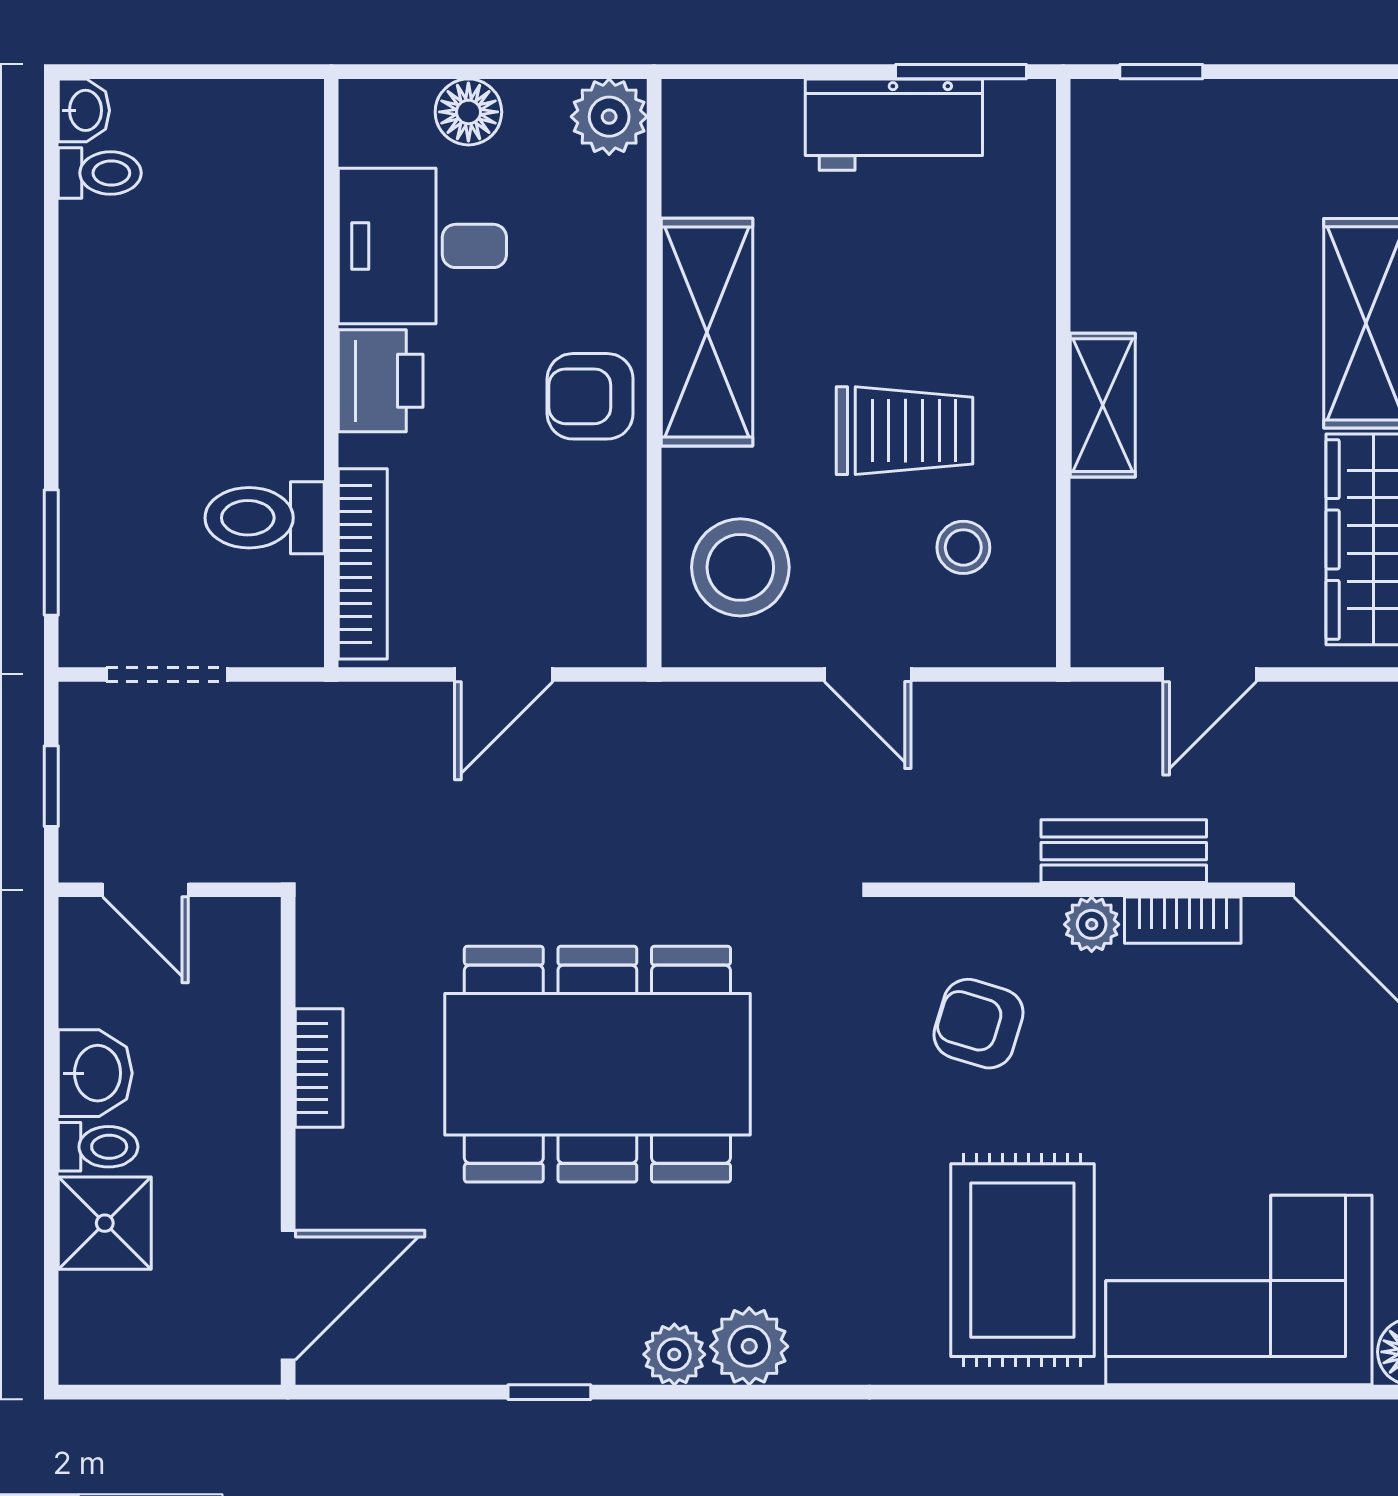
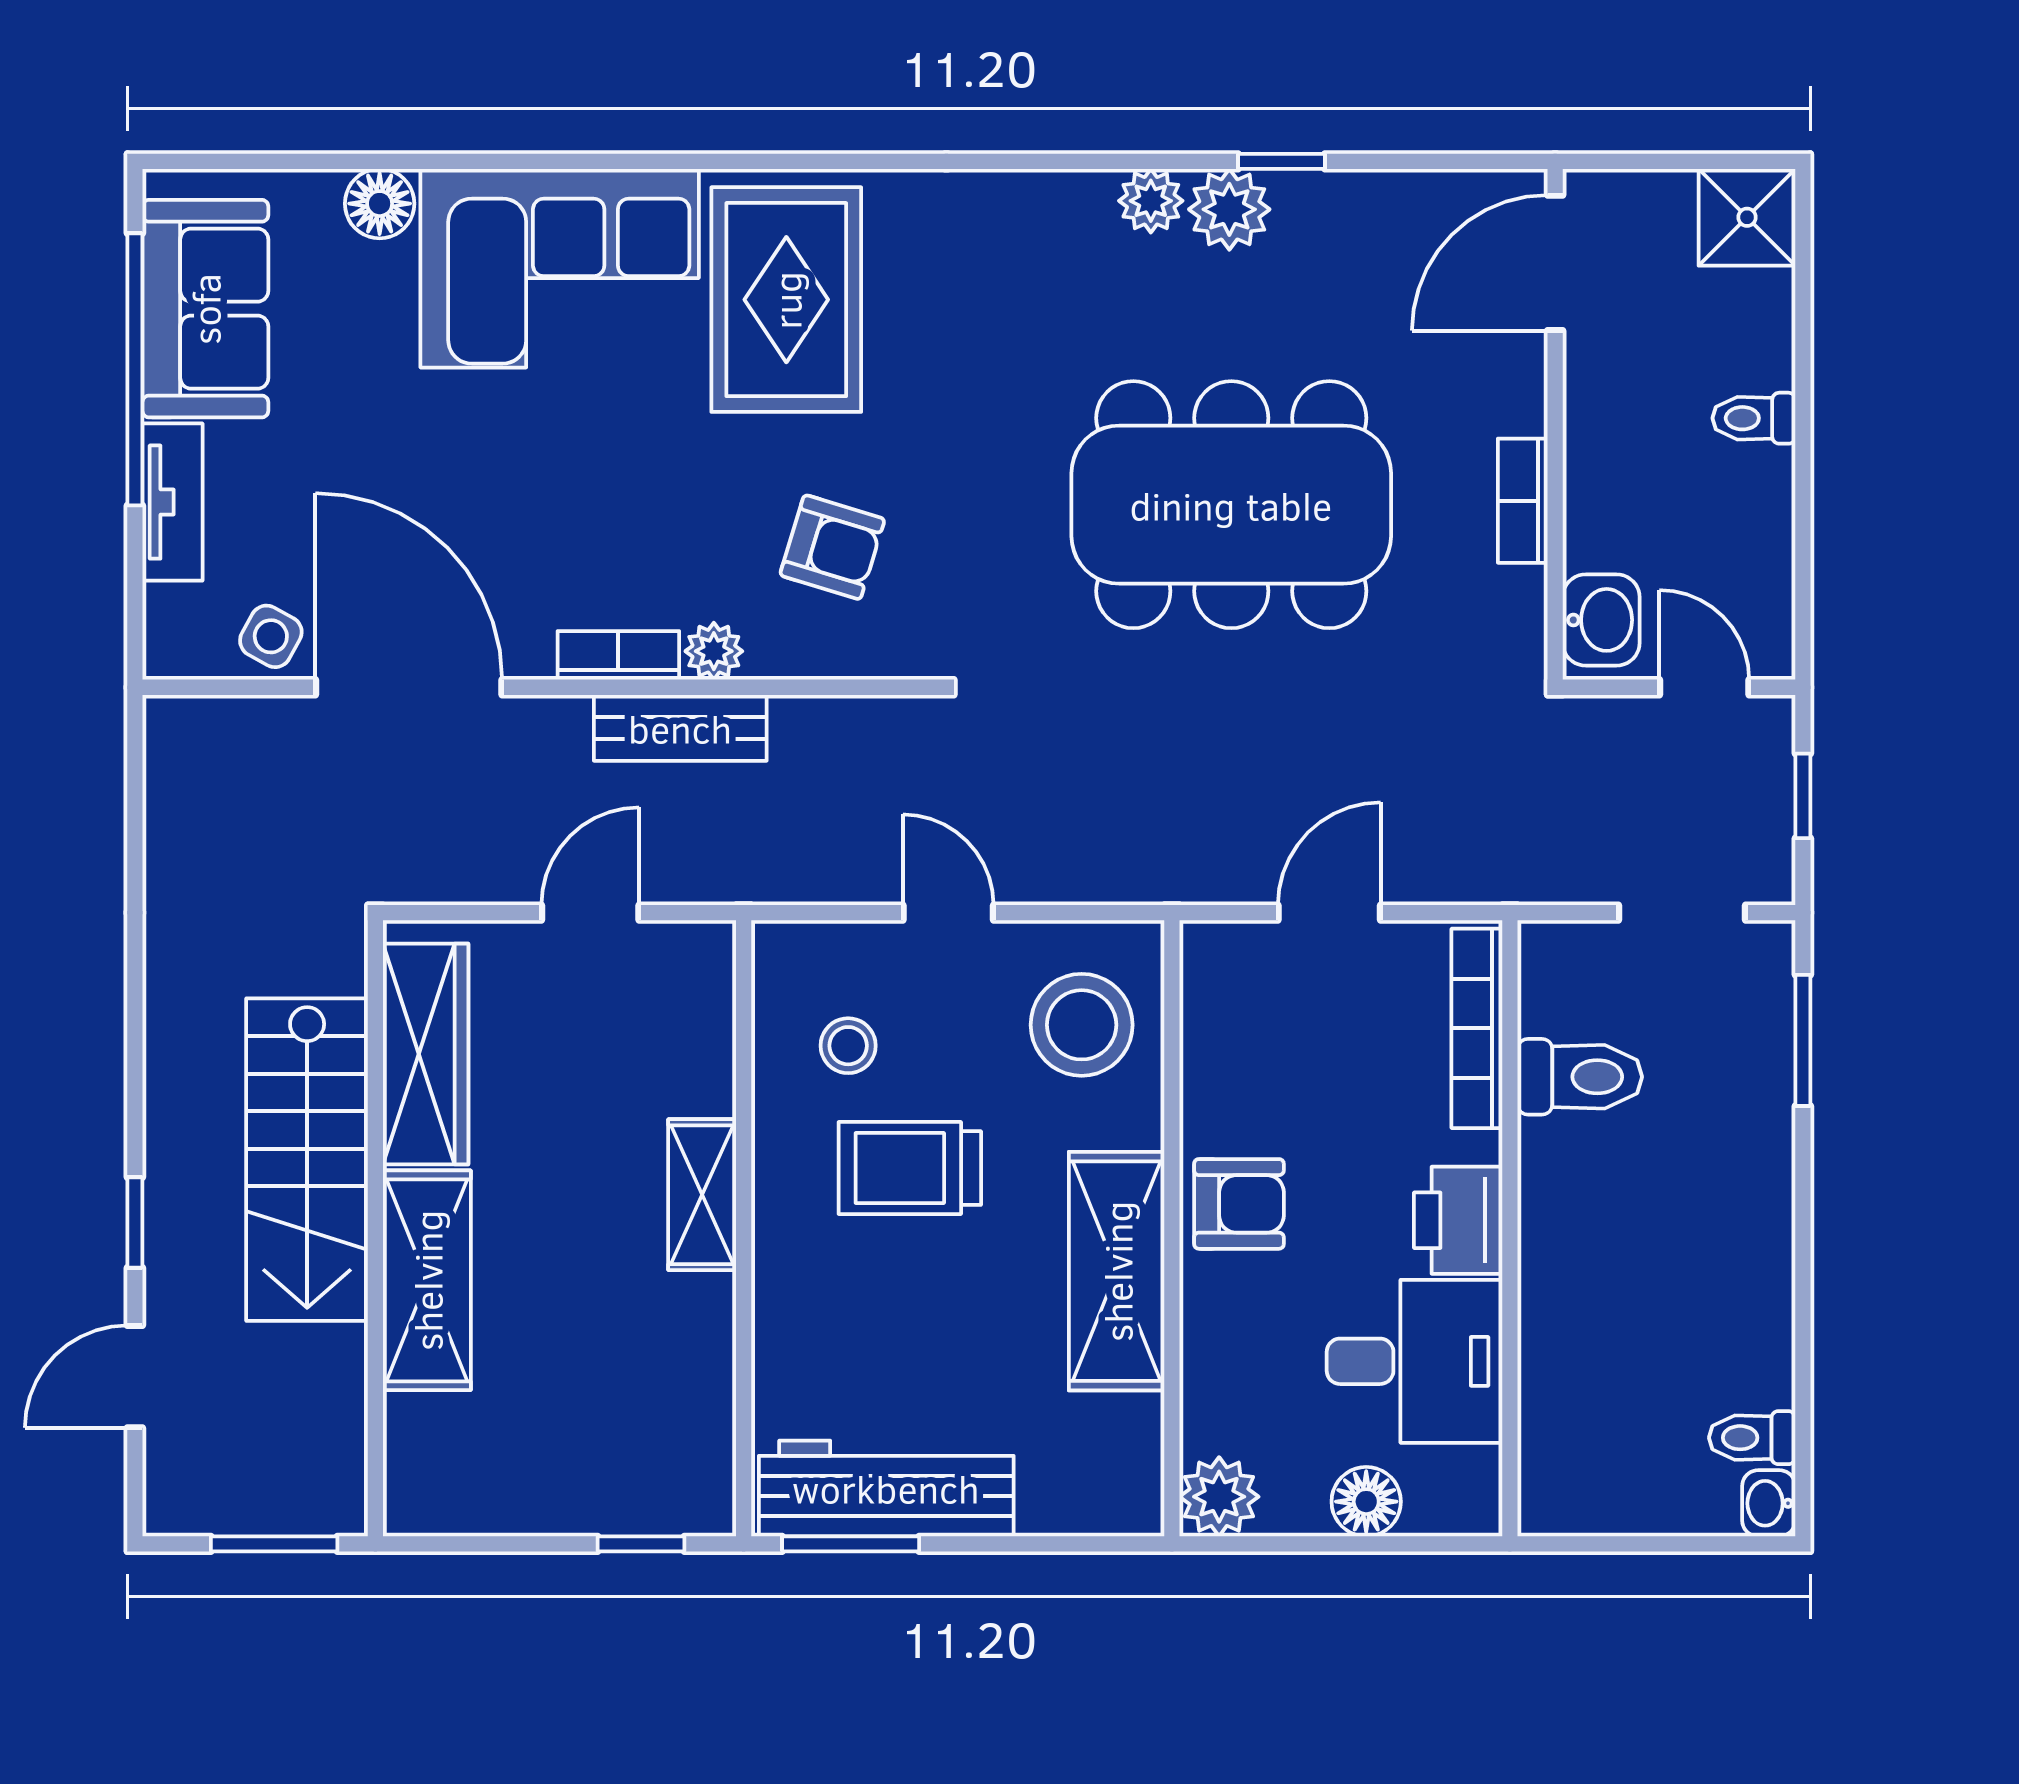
workbench: (894, 125) -> (886, 1488), width x1.38
washbasin: (95, 1073) -> (1601, 620), moved, turned 180
shower: (105, 1223) -> (1747, 217), moved
plant: (749, 1346) -> (1229, 209), moved

